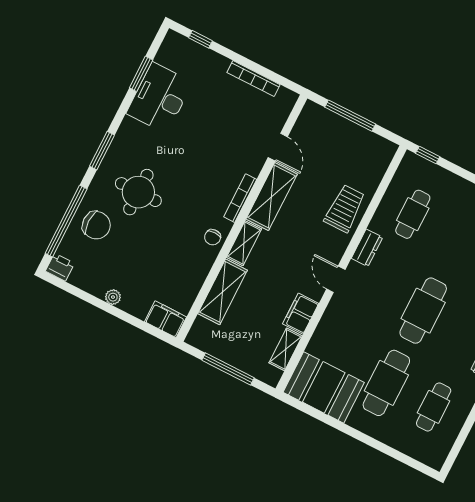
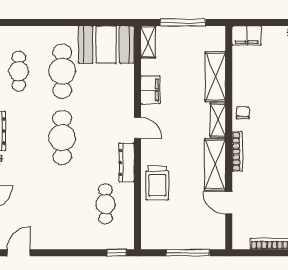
dresser: (367, 248) -> (126, 162), width x1.44
shelving: (286, 349) -> (148, 42), moved

